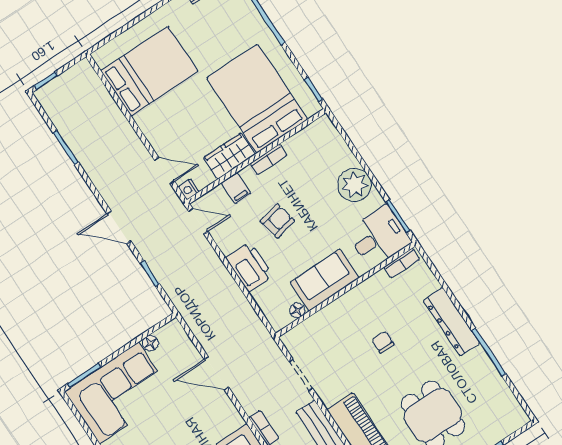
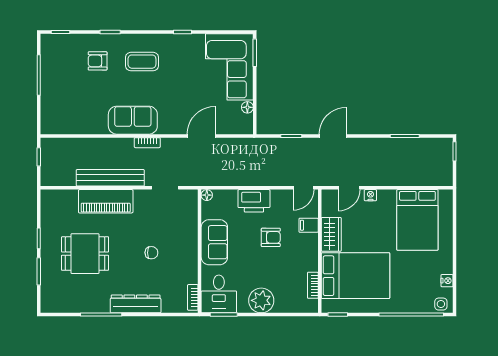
bookcase: (269, 159) -> (313, 285), moved
nightstand: (189, 189) -> (370, 195), moved
armchair: (277, 221) -> (271, 237), turned -78
floor lamp: (297, 310) -> (207, 195), moved

